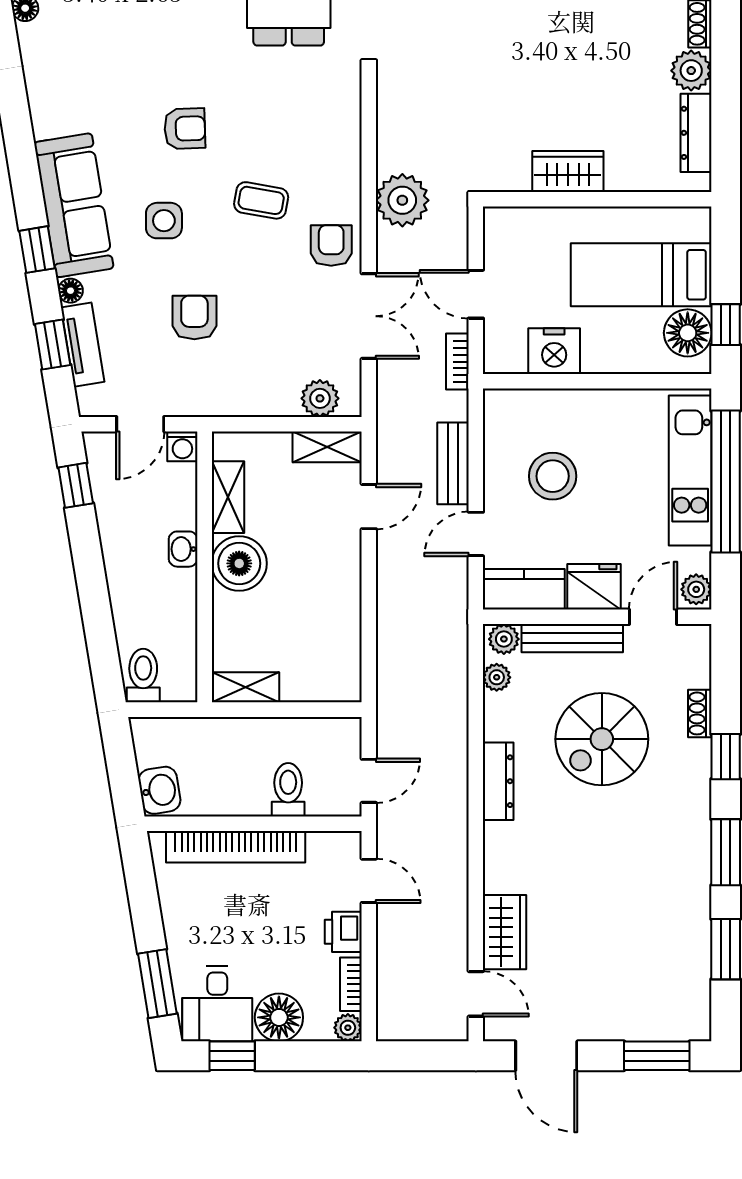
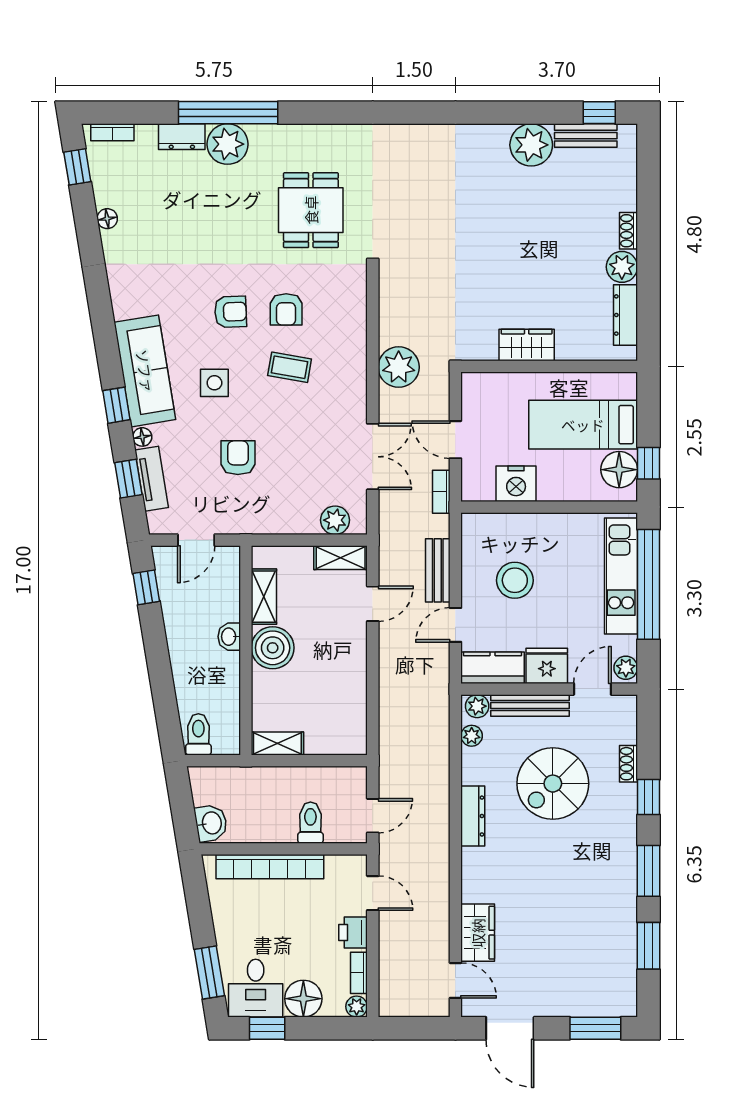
armchair: (331, 245) -> (286, 309), moved, turned 180
washing machine: (182, 446) -> (229, 557), removed

